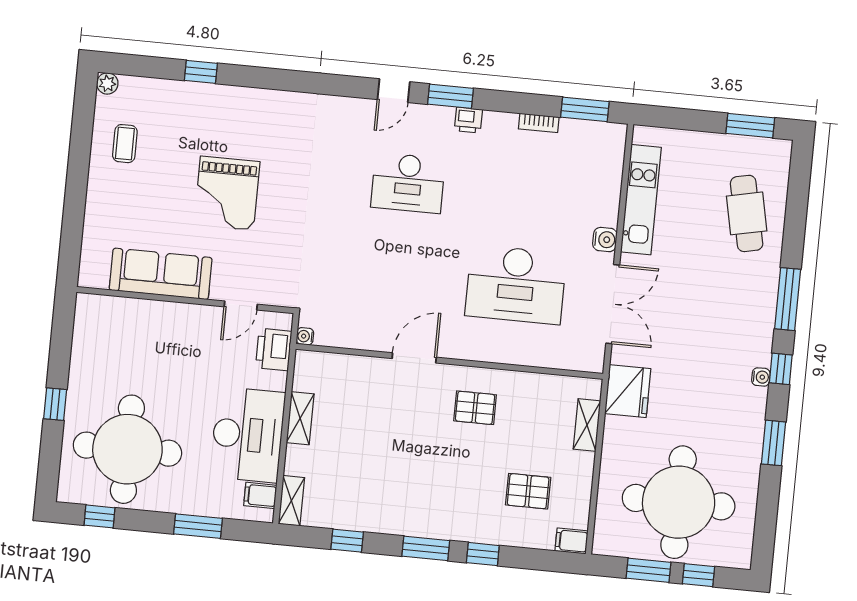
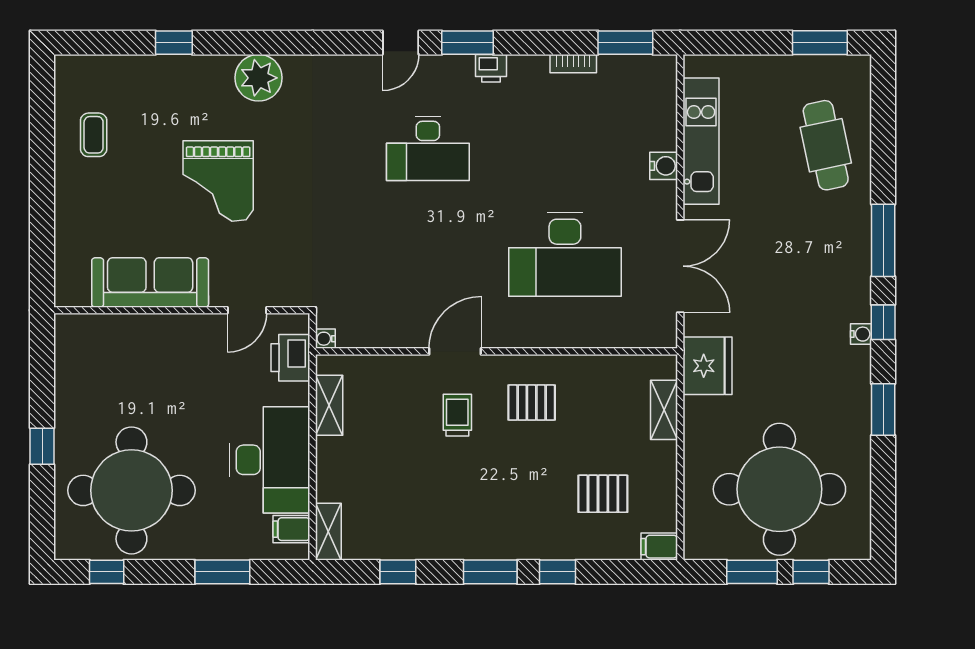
plant: (107, 83) -> (259, 78), moved, width x1.88, depth x1.88
water cooler: (605, 240) -> (664, 166), moved
trolley: (411, 412) -> (457, 415), added
shelving: (300, 418) -> (329, 405), moved

